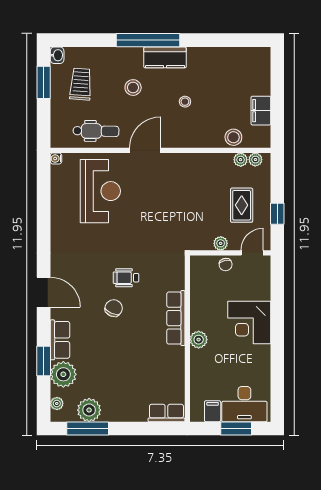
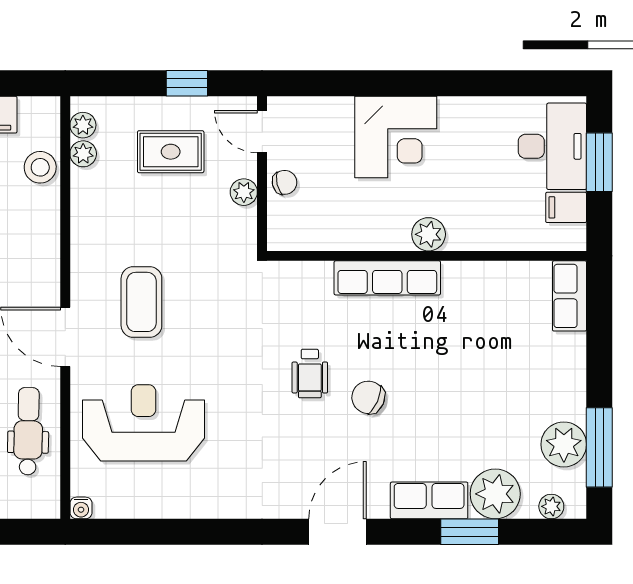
coffee table: (163, 190) -> (141, 302), added

